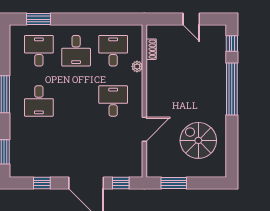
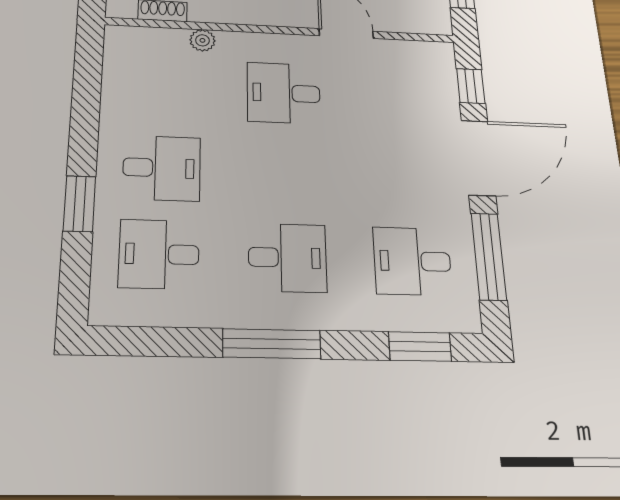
window: (39, 19) -> (79, 204), moved
desk: (113, 51) -> (412, 261), moved
window: (42, 183) -> (489, 256), width x2.17

